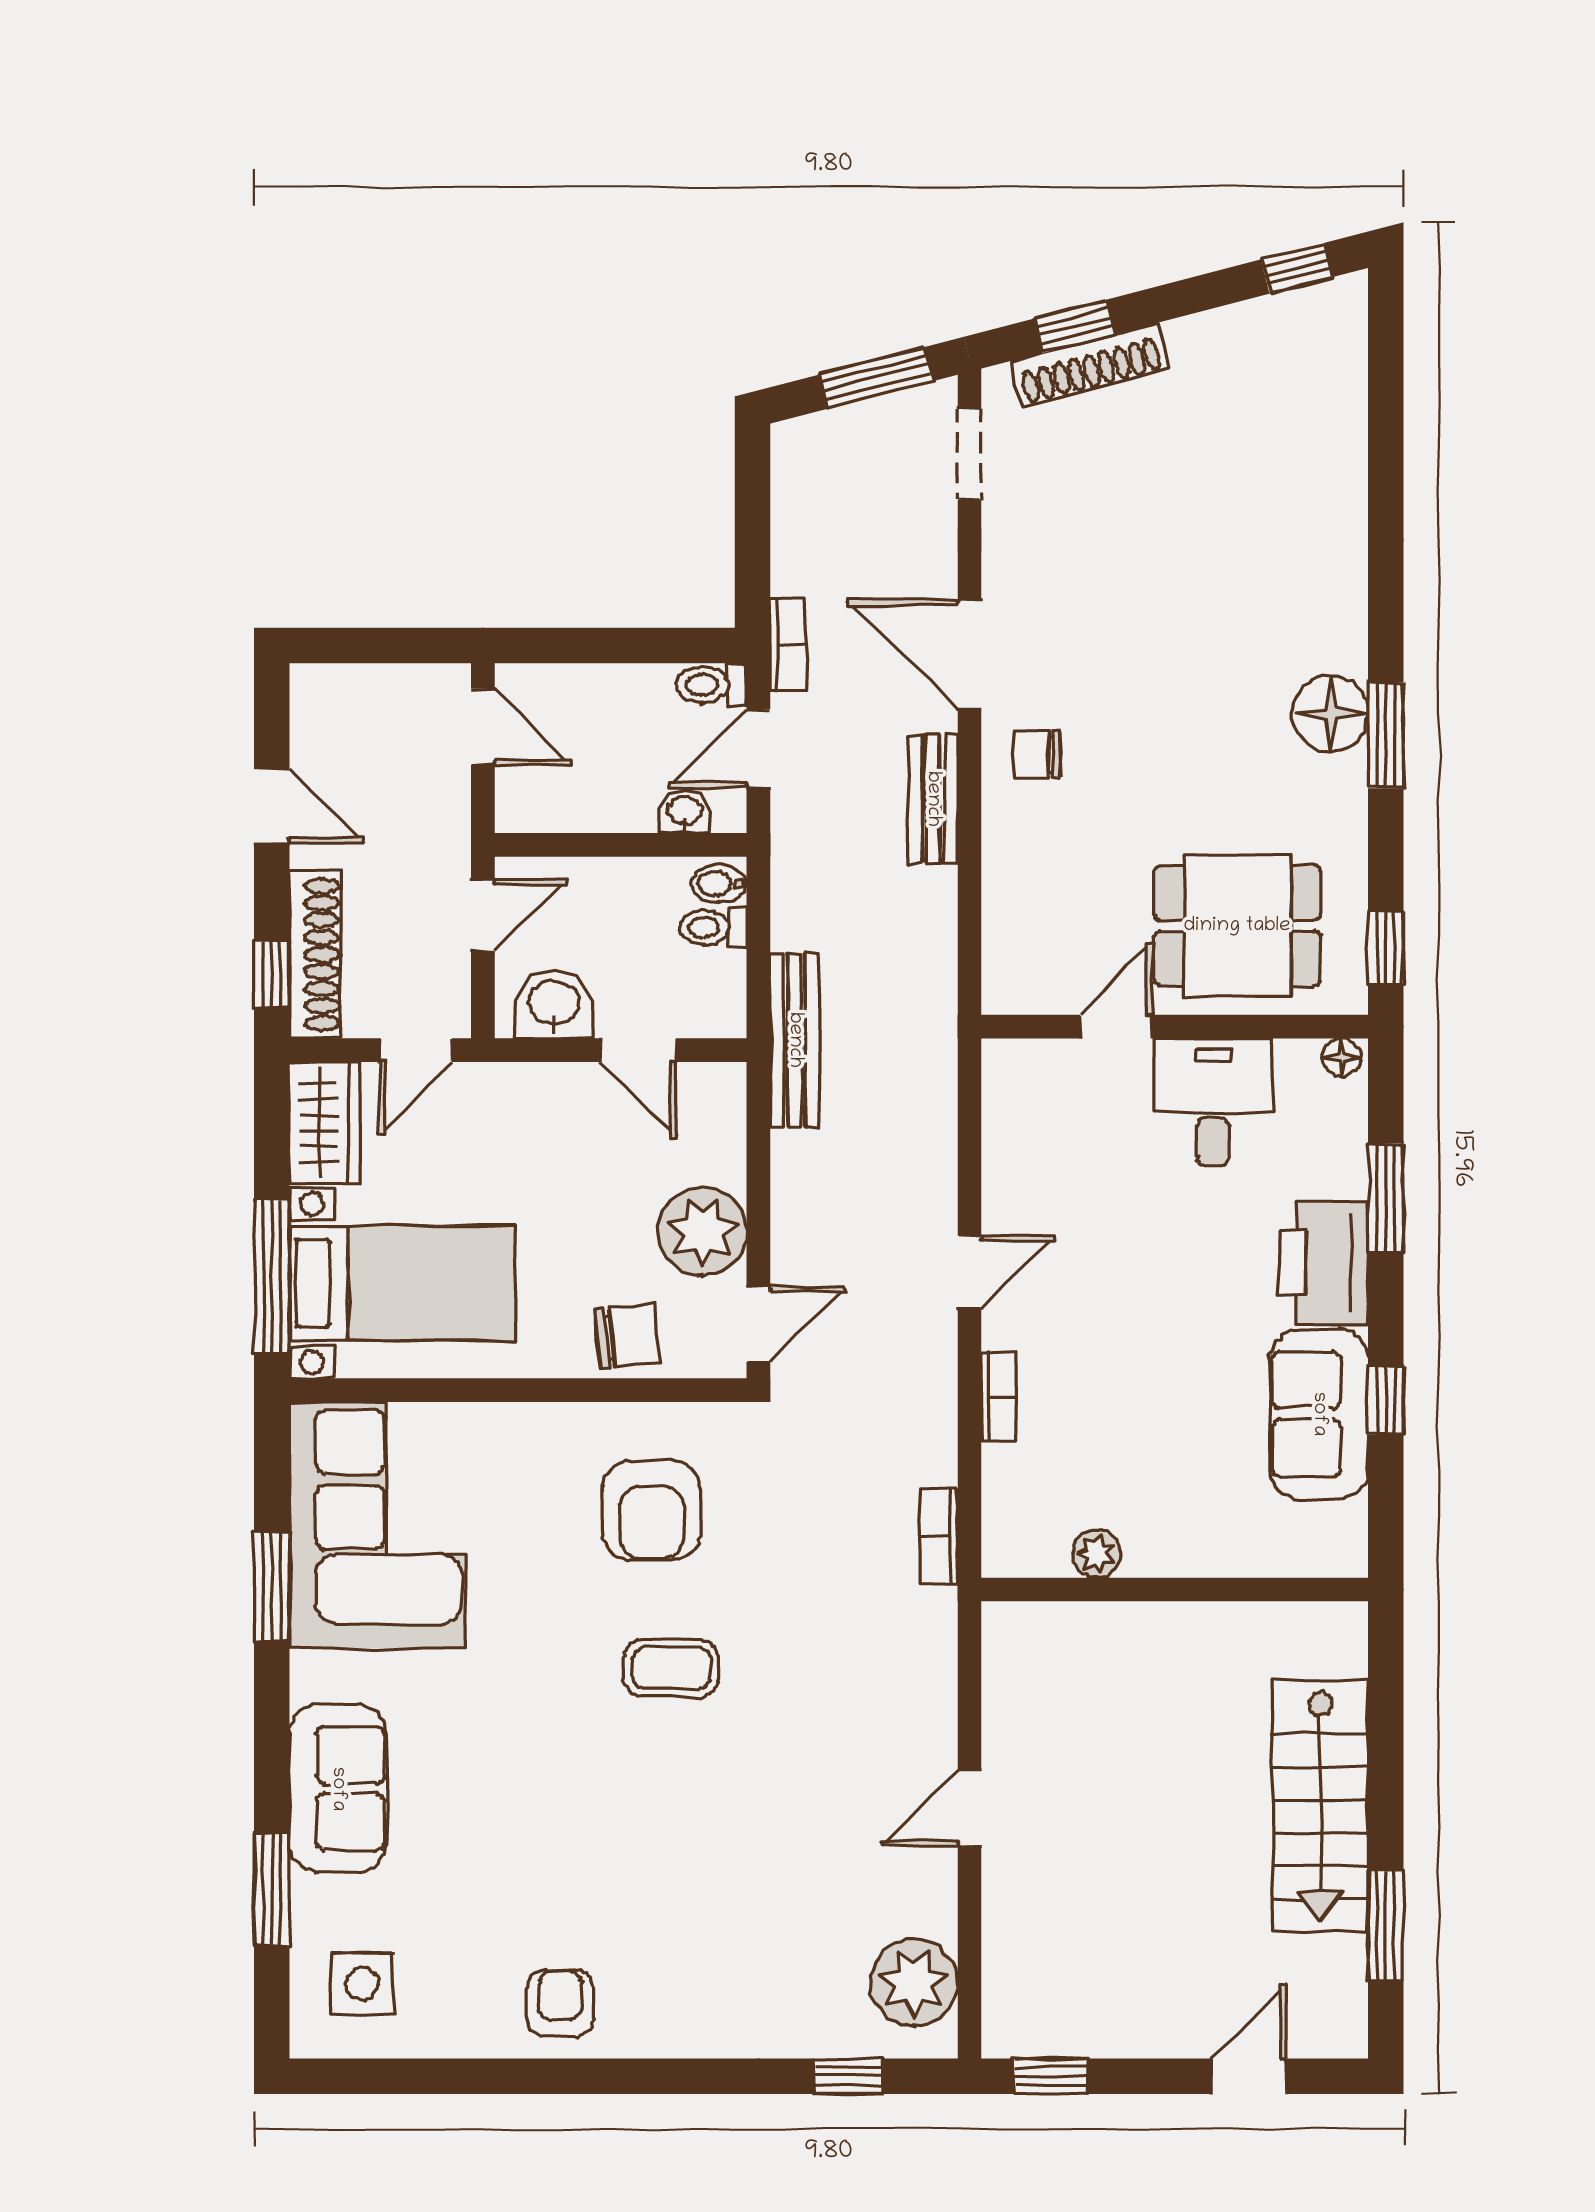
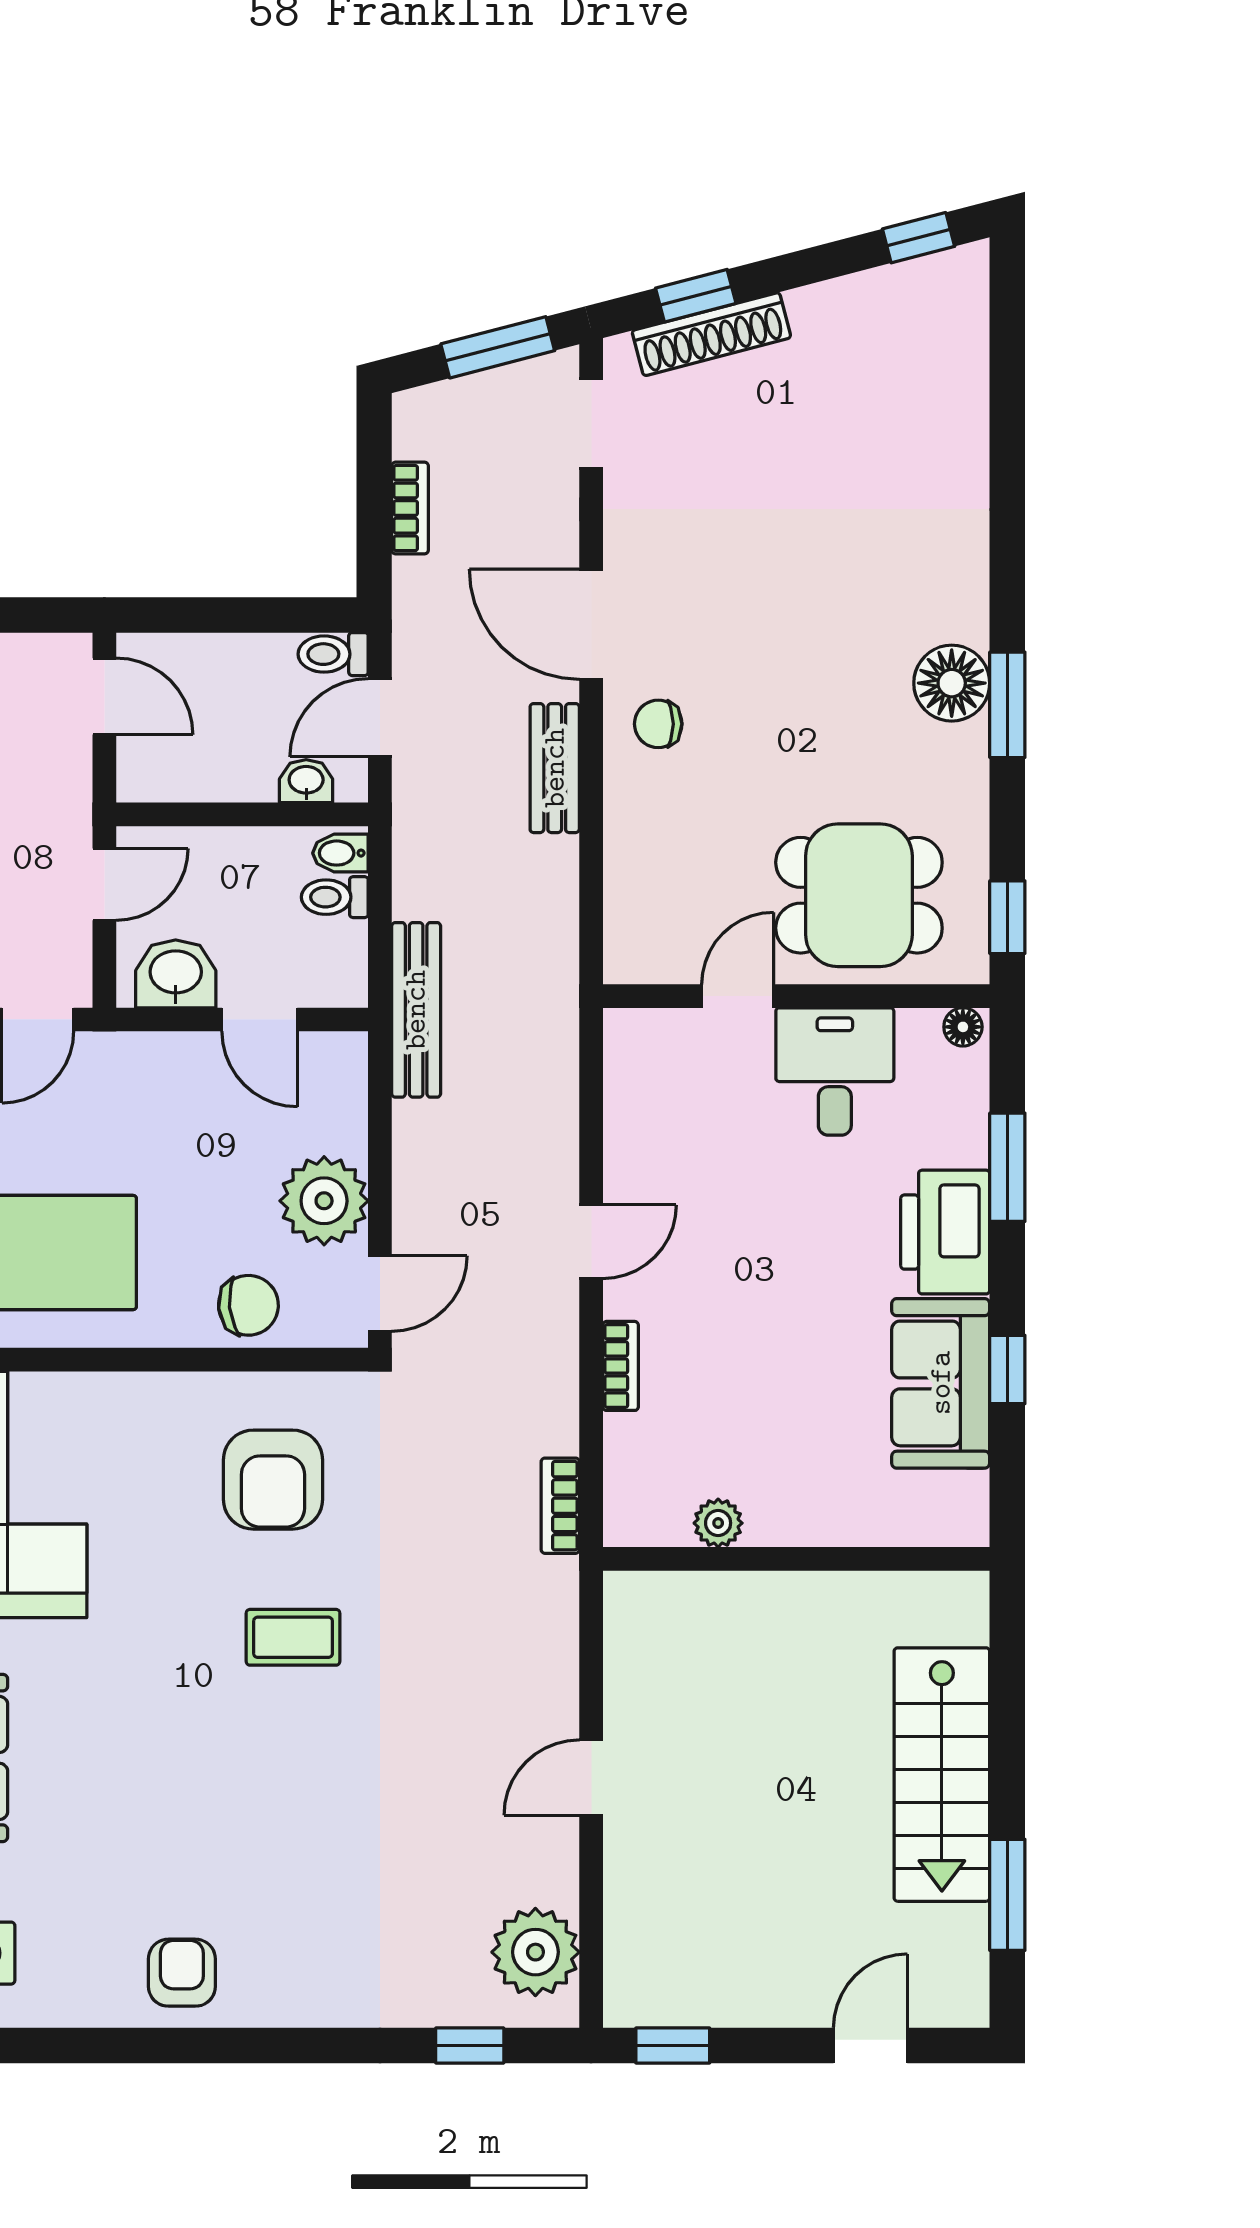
bookcase: (788, 645) -> (410, 508), moved

